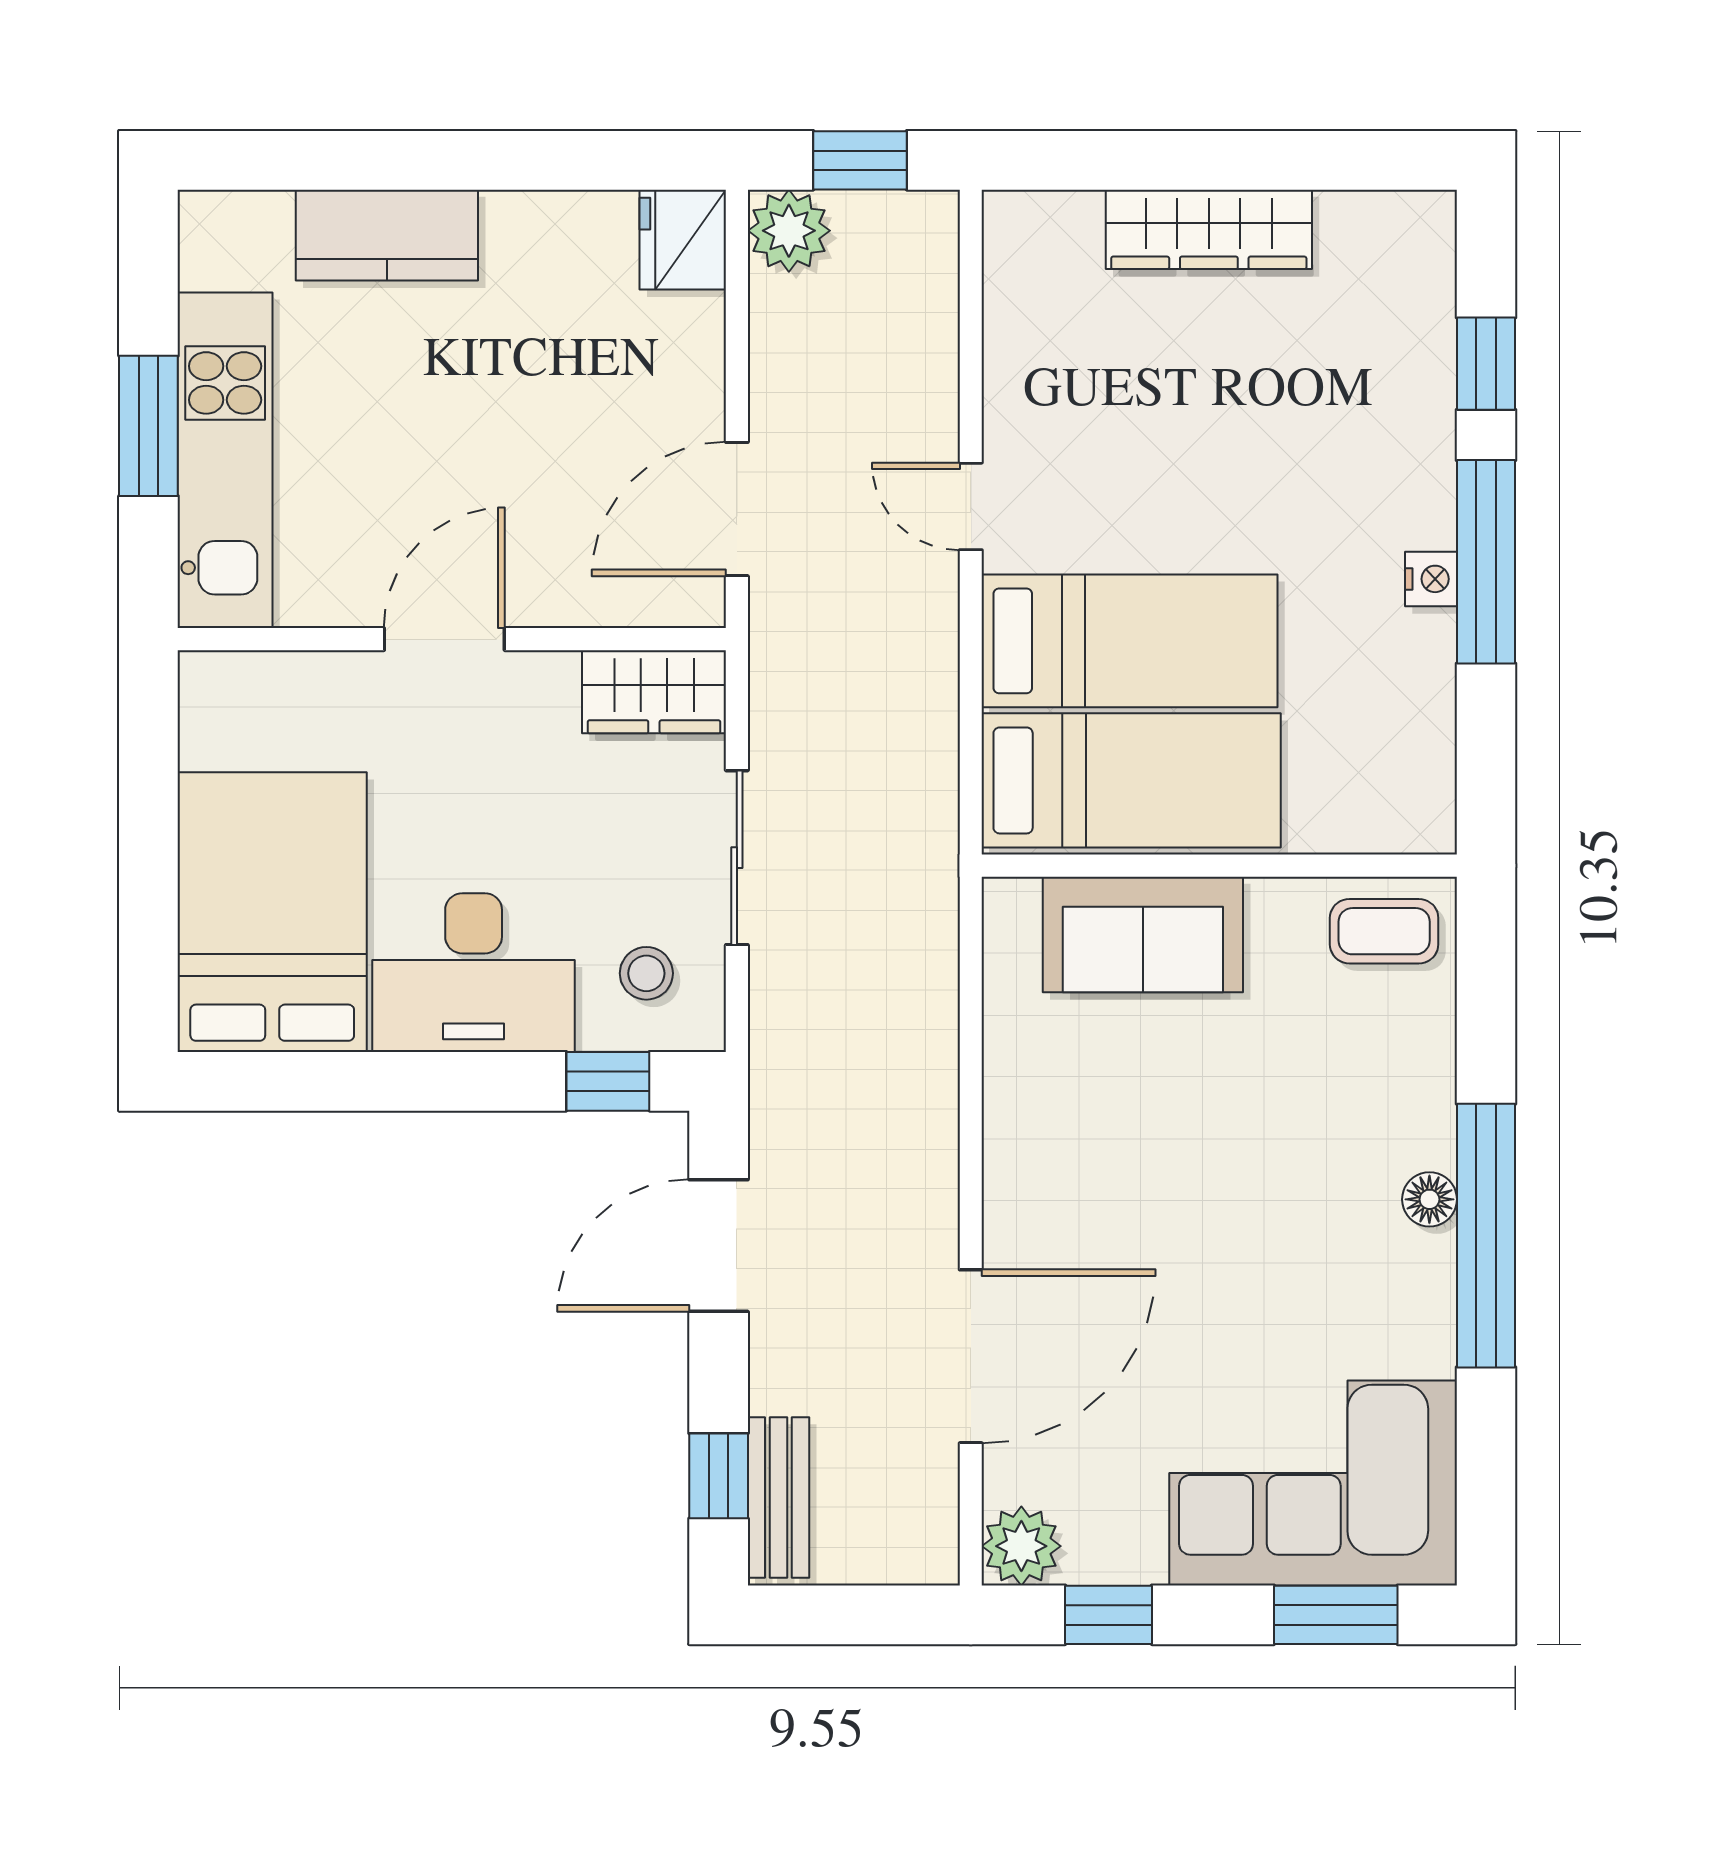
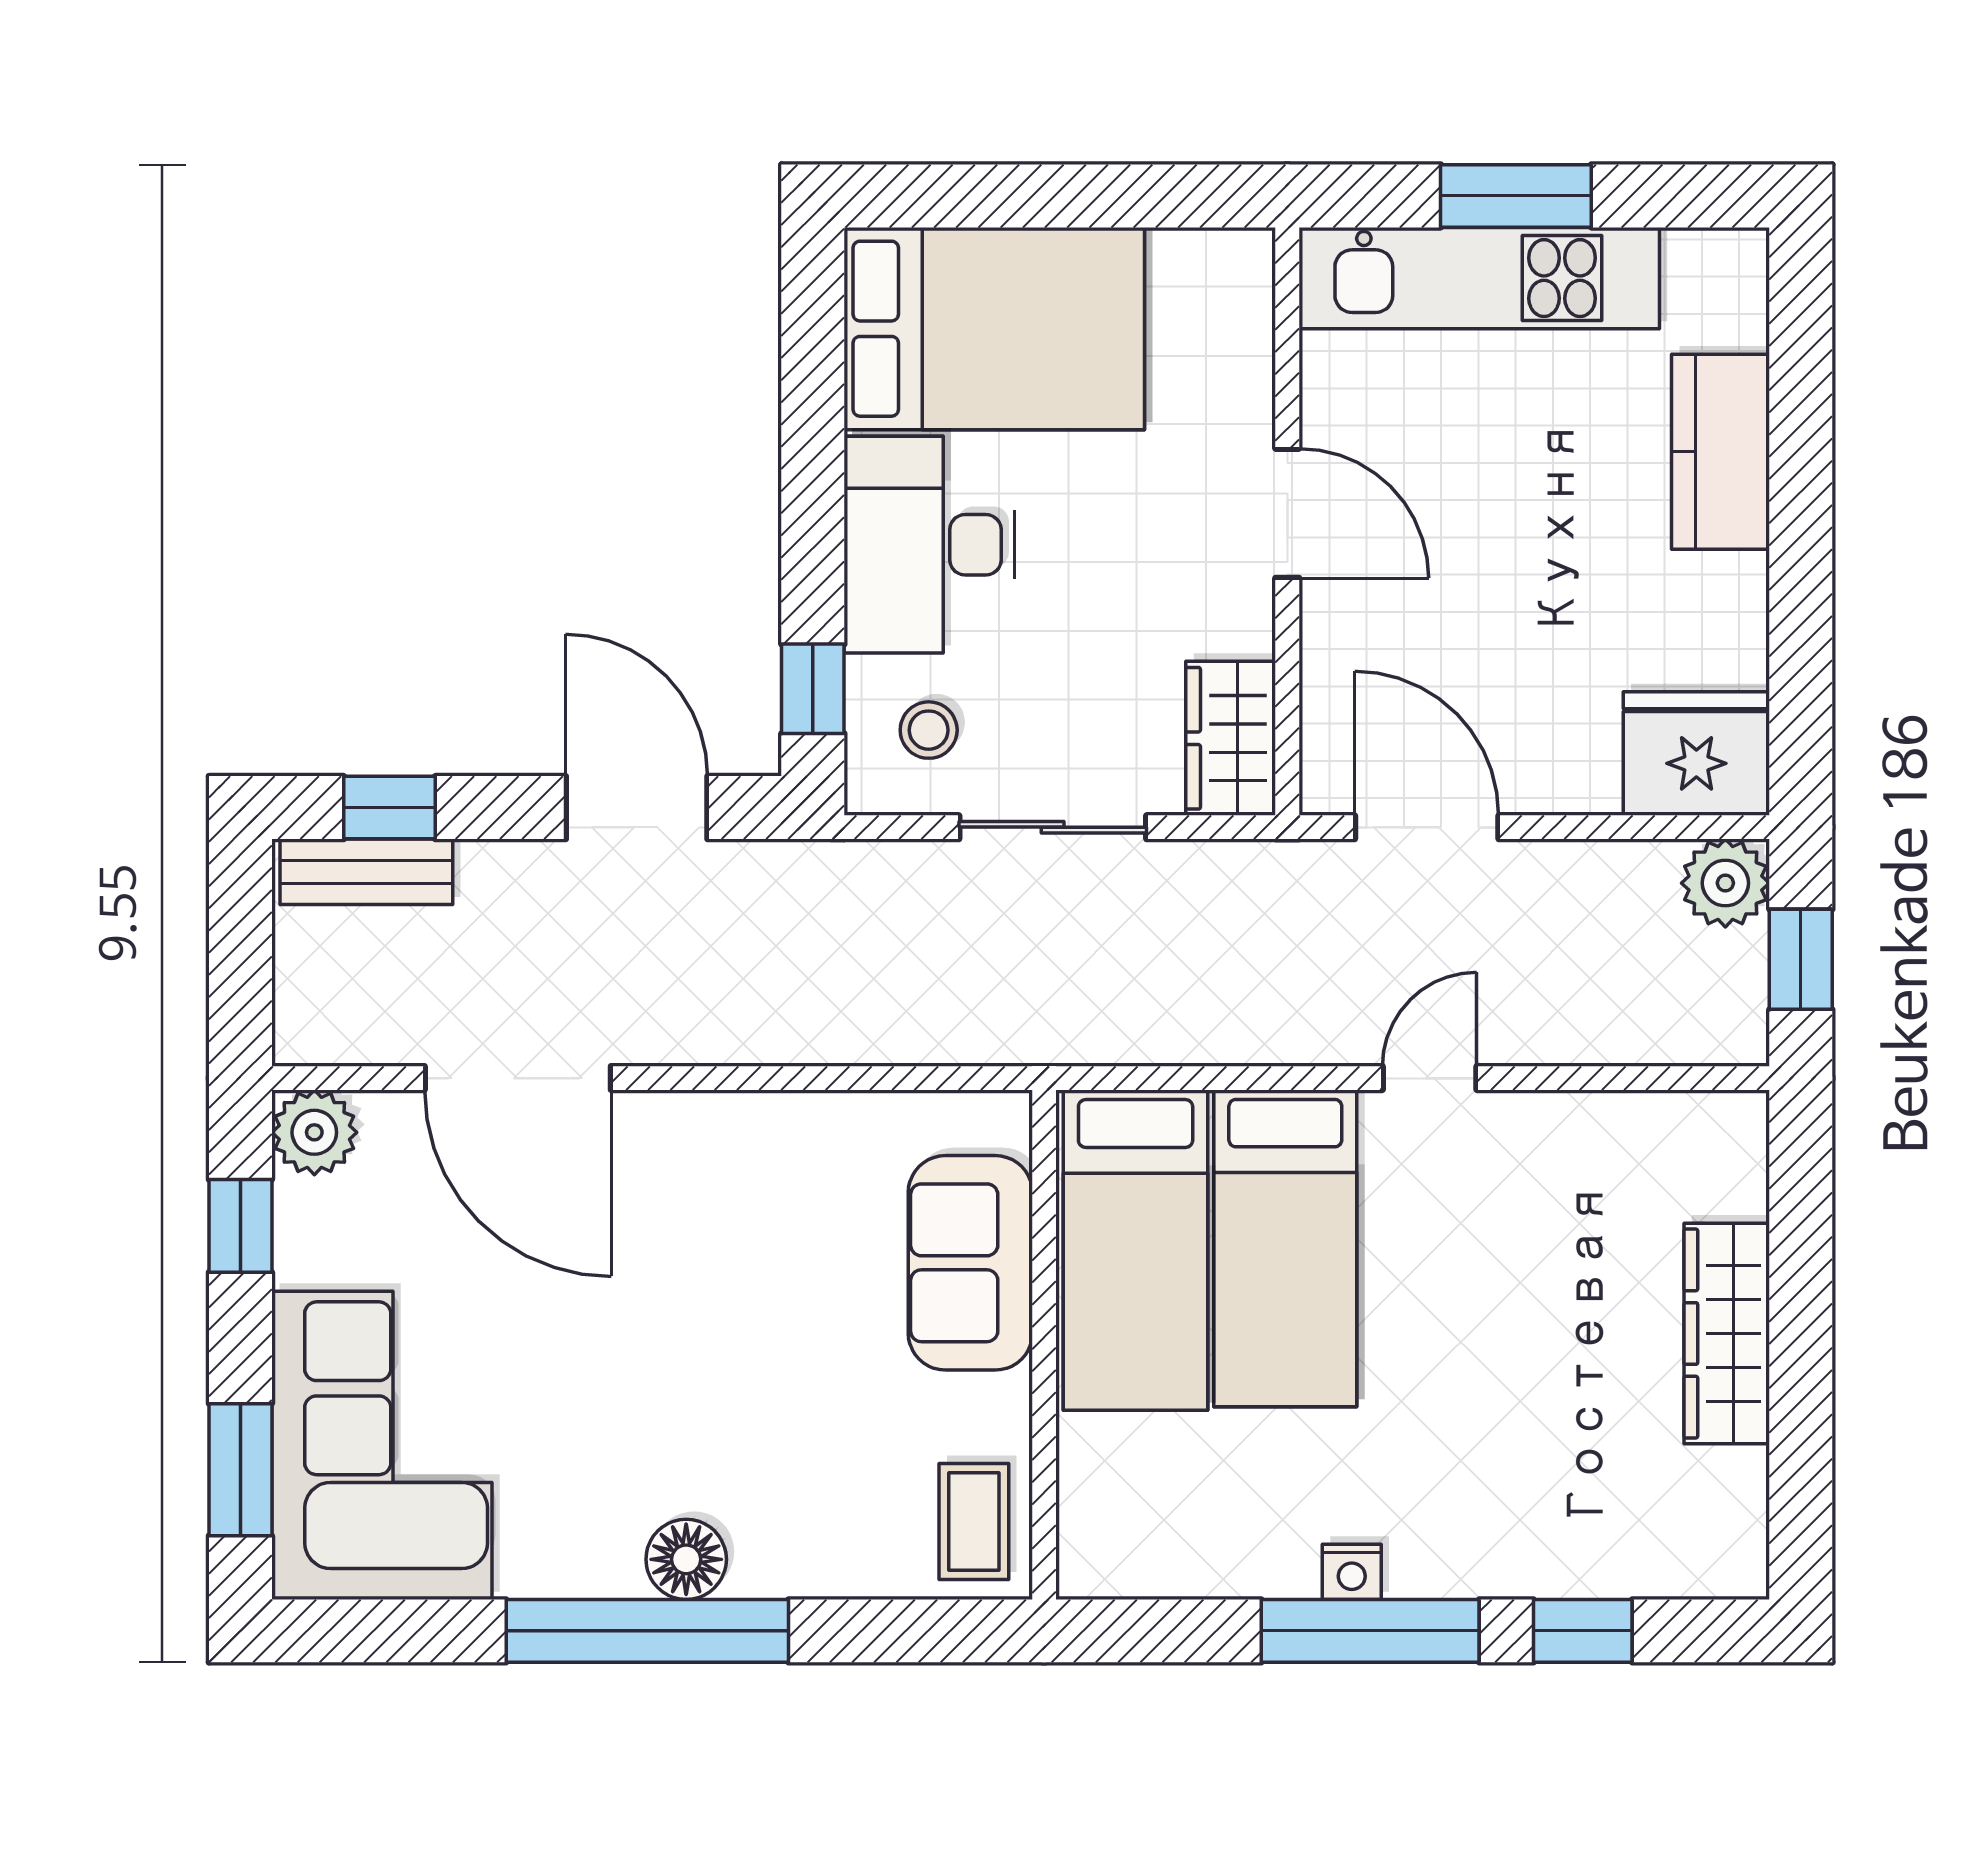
fridge: (683, 240) -> (1696, 754), width x1.36, depth x1.34
floor lamp: (1429, 1199) -> (686, 1559), width x1.37, depth x1.37

